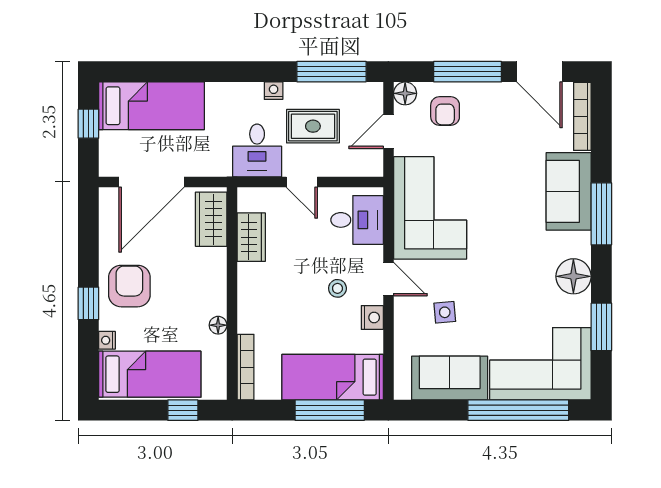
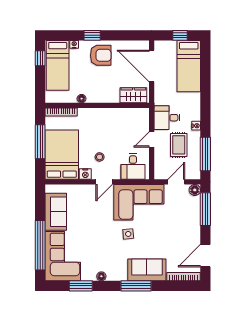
window: (468, 72) -> (205, 209), moved
armchair: (445, 111) -> (186, 210), removed
door: (388, 131) -> (176, 182), hinge flipped
wardrobe: (251, 237) -> (125, 115), removed
floor lamp: (573, 276) -> (101, 276), width x0.53, depth x0.53
side table: (445, 312) -> (128, 234), moved
bed: (333, 377) -> (62, 155), width x1.50
window: (183, 410) -> (40, 58), moved
window: (330, 410) -> (40, 142), moved

